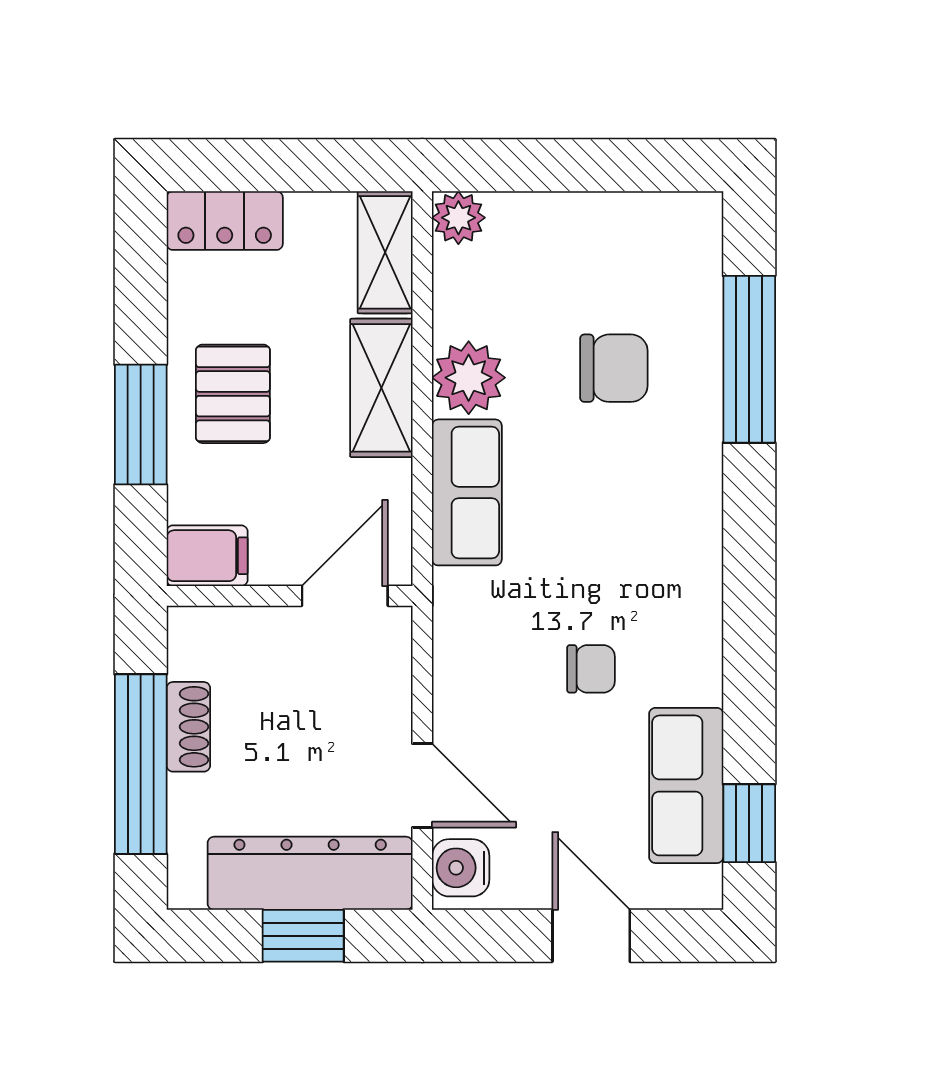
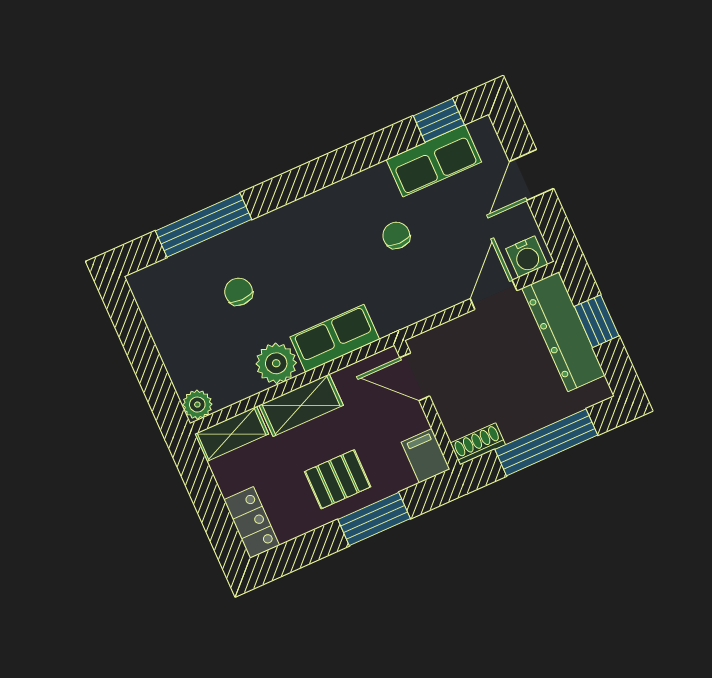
chair: (614, 368) -> (239, 292), width x0.73, depth x0.73
shoe rack: (188, 727) -> (478, 444), moved

